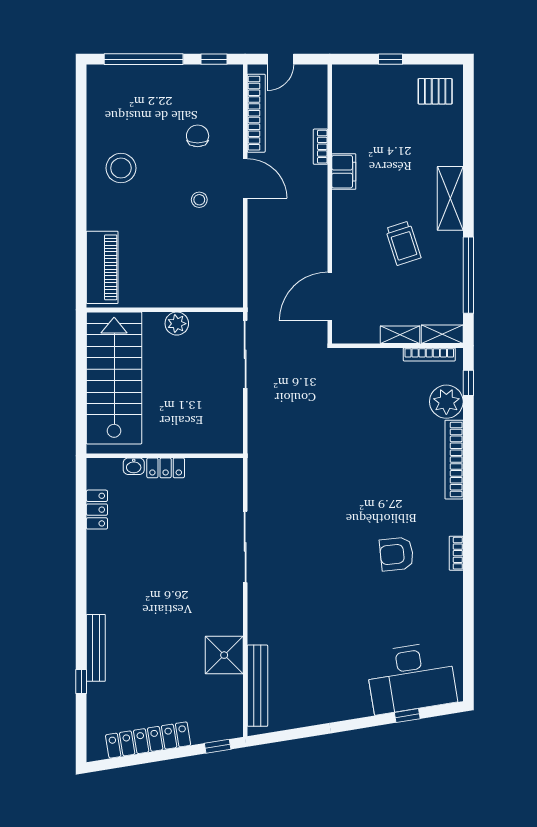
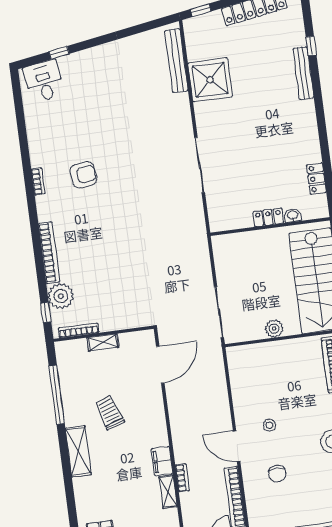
shelving: (442, 334) -> (168, 492), moved, turned 90
shower: (224, 655) -> (210, 80), width x1.37, depth x1.37
desk: (411, 678) -> (44, 81), width x0.53, depth x0.77

